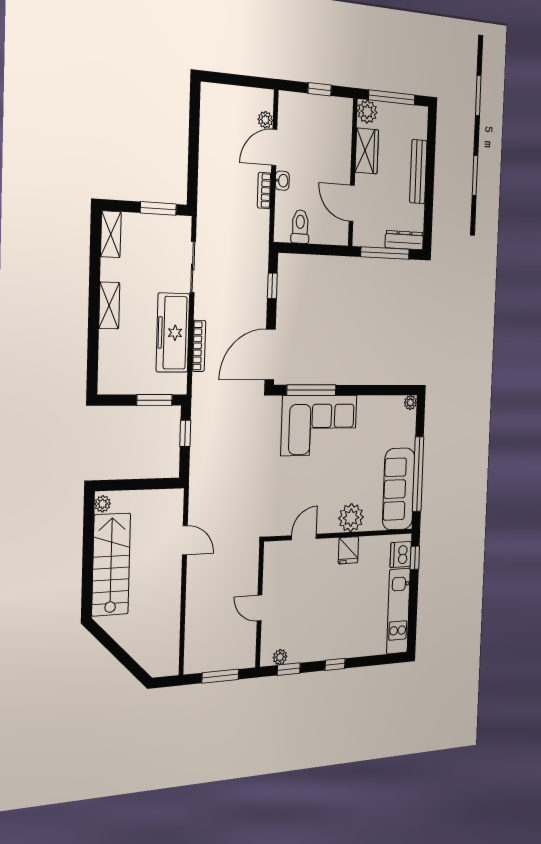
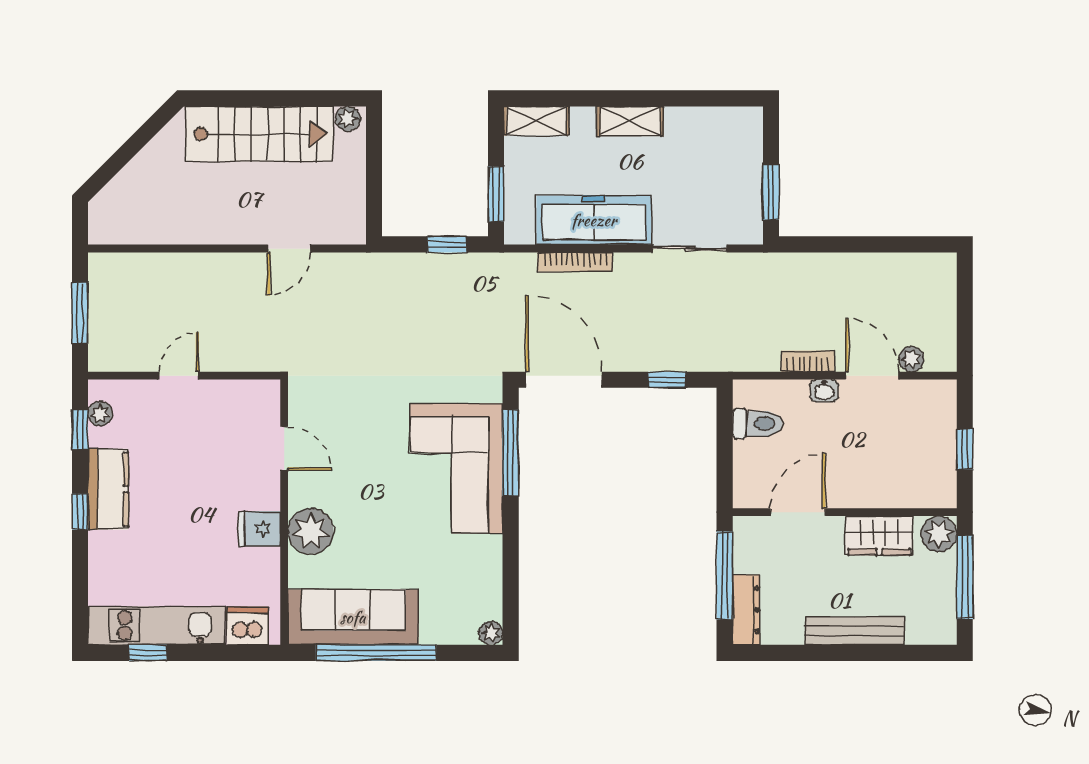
shelving: (111, 234) -> (536, 121), moved
window: (415, 558) -> (148, 653), moved
kitchen counter: (323, 648) -> (108, 489), added

